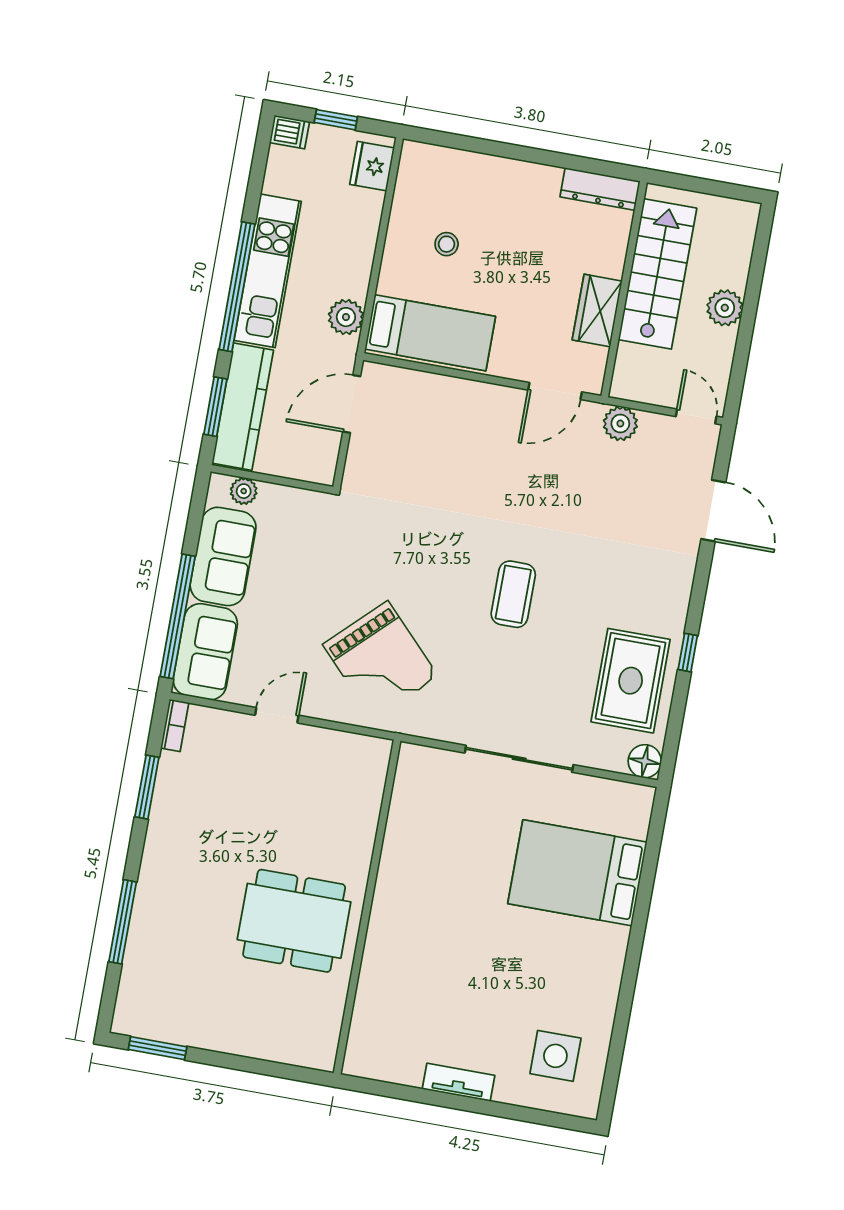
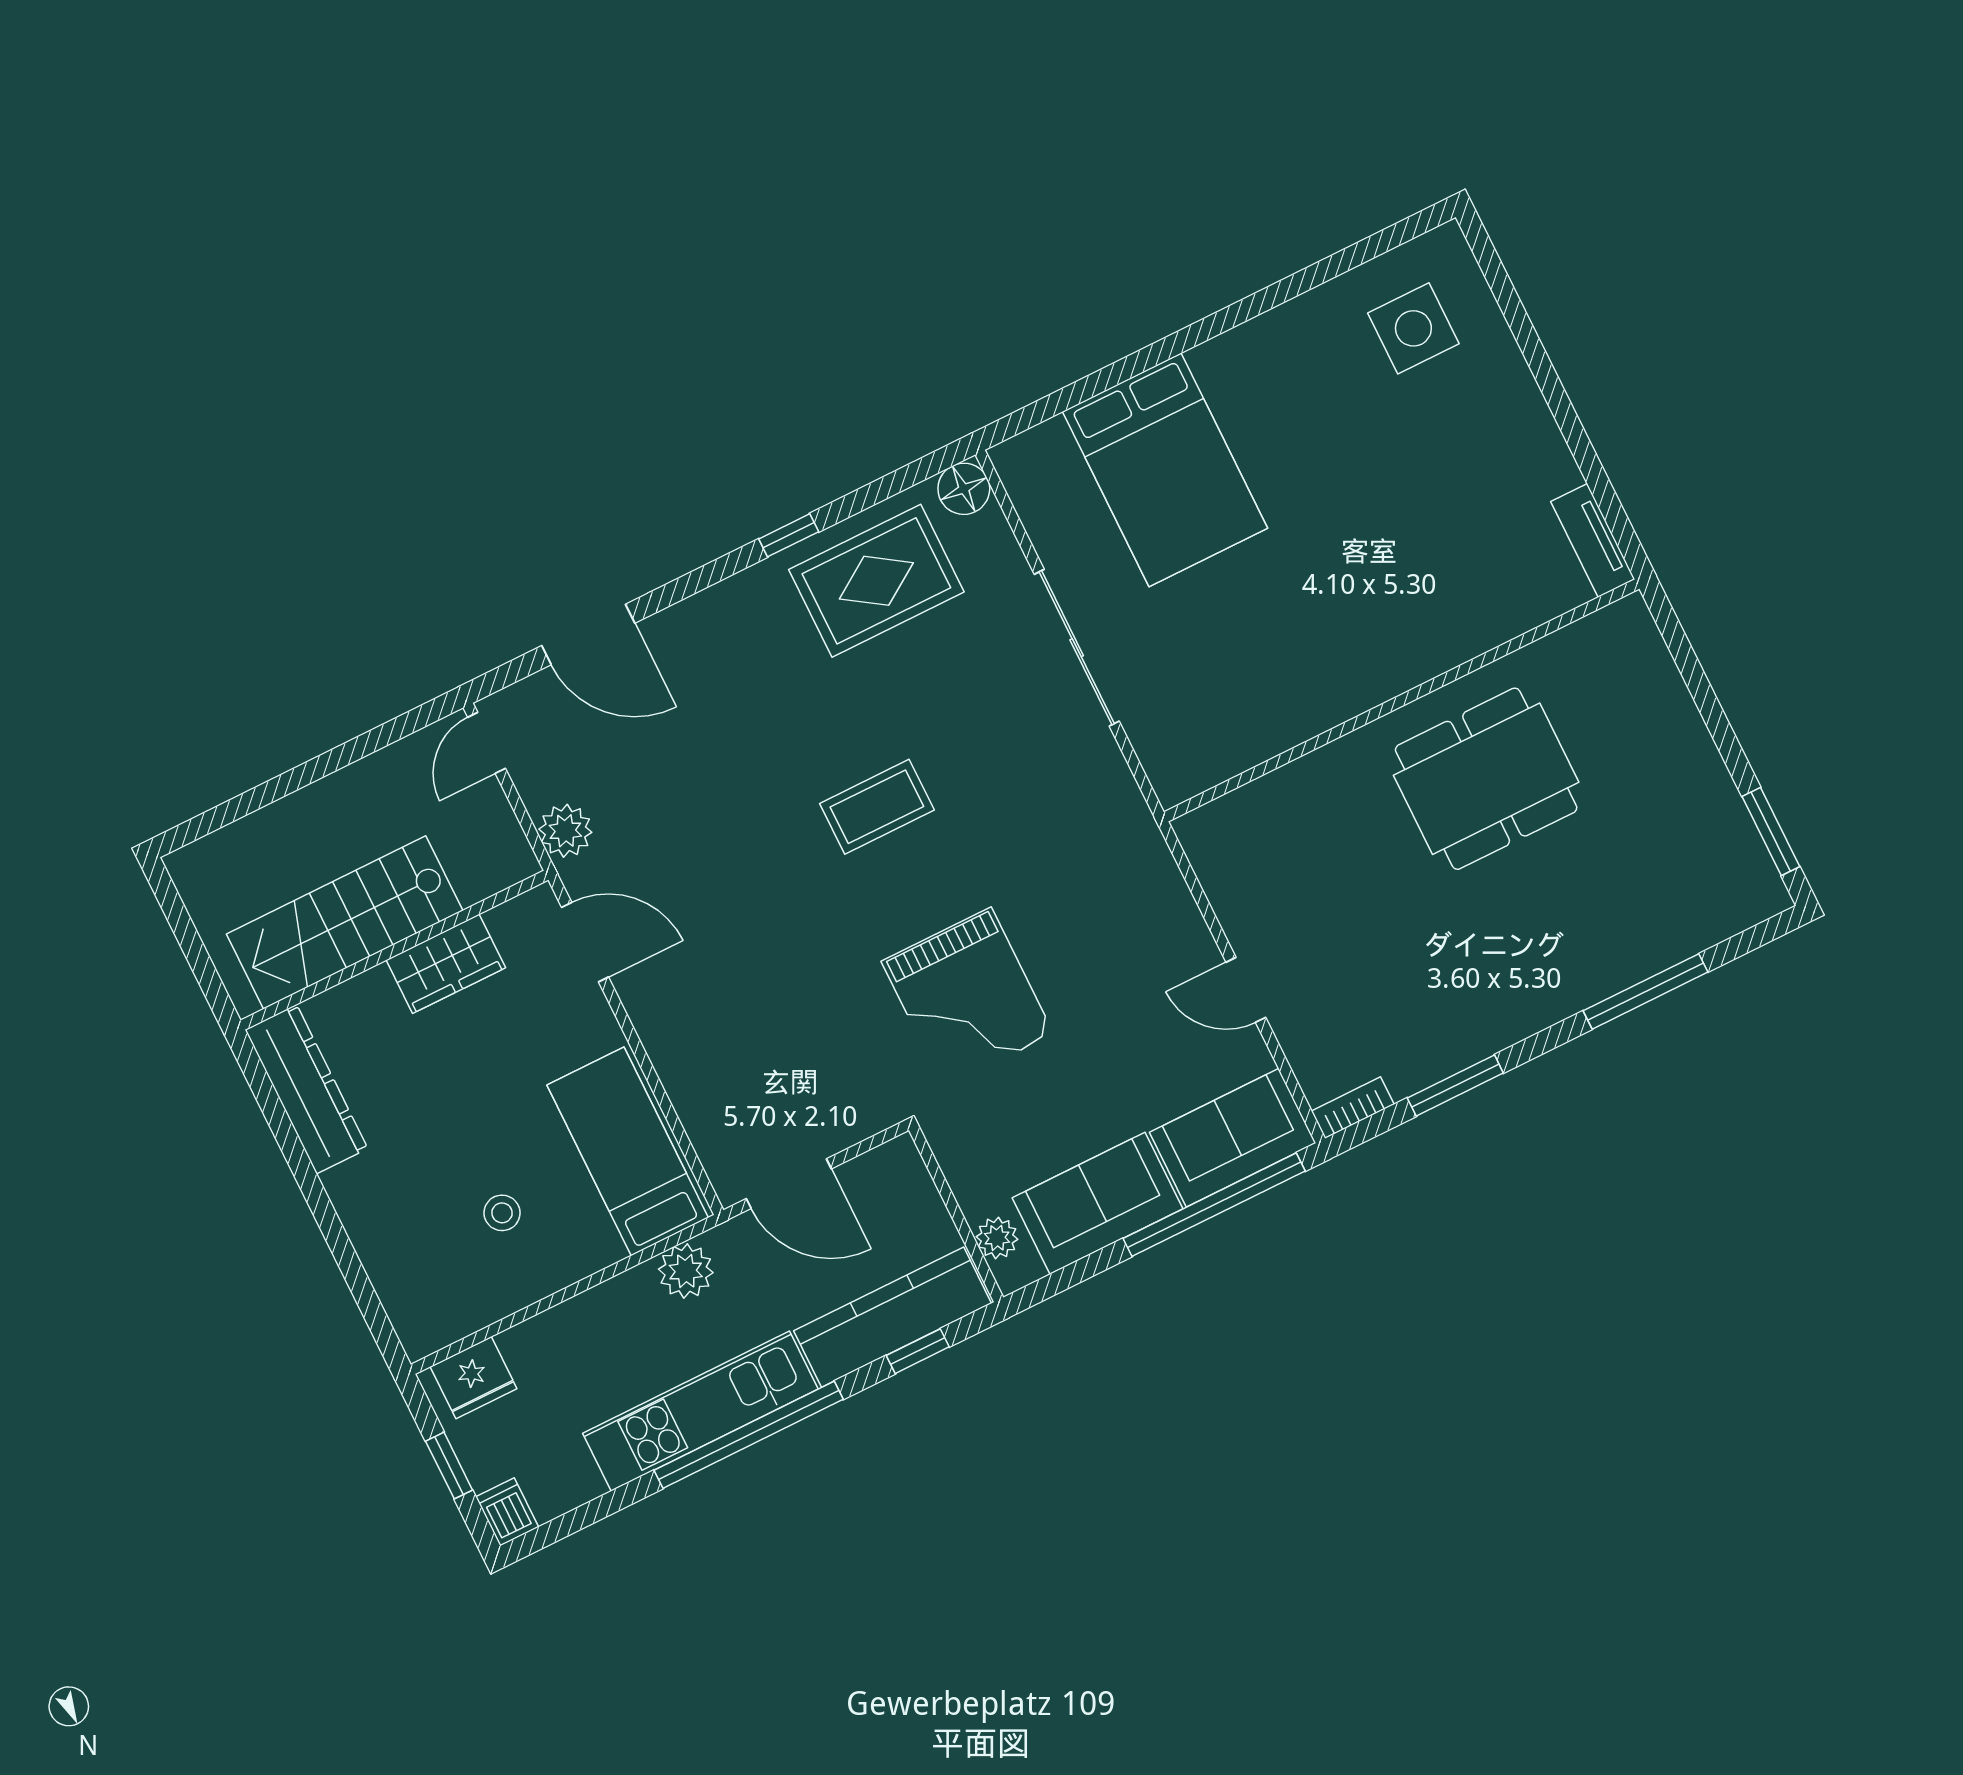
dresser: (600, 189) -> (306, 1089), width x1.37, depth x1.24
plant: (725, 308) -> (325, 807), removed
window: (215, 407) -> (918, 1351), width x0.67
door: (713, 511) -> (588, 634), swing flipped
grand piano: (380, 660) -> (967, 997), moved, turned 134
dining table: (294, 921) -> (1486, 779), turned 90
tv unit: (459, 1082) -> (1593, 540), moved

